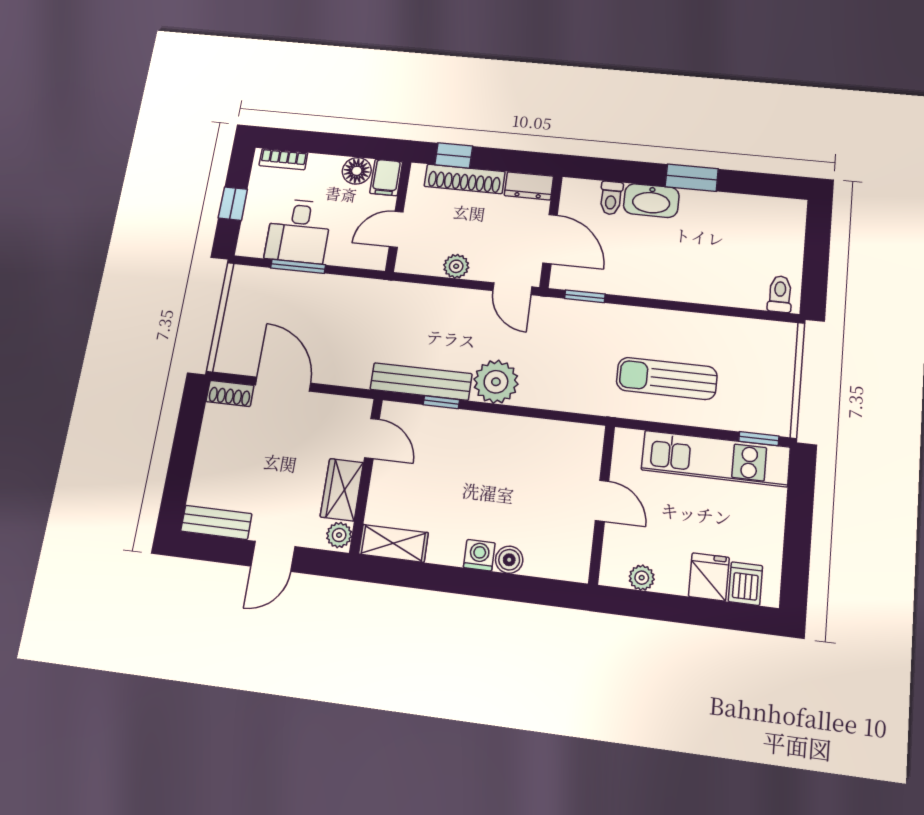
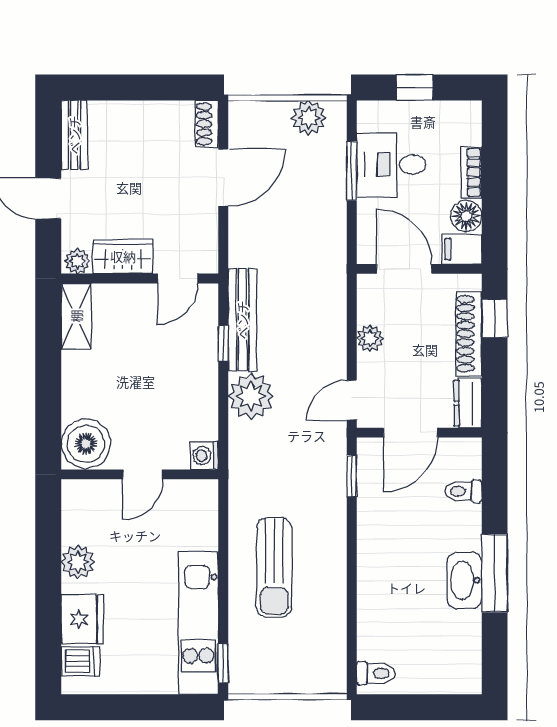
bookcase: (283, 159) -> (472, 172), moved
window: (692, 178) -> (495, 573), width x1.44
washbasin: (651, 201) -> (464, 580), moved
door: (396, 229) -> (404, 269), width x1.38
plant: (242, 300) -> (309, 118), added
sun lounger: (667, 378) -> (274, 567), turned 180
door: (602, 501) -> (143, 474), moved
wall: (602, 504) -> (140, 474), moved
washing machine: (479, 555) -> (205, 456), moved, turned 180
boiler: (509, 560) -> (86, 444), width x1.86, depth x1.86
fridge: (709, 577) -> (82, 619), width x1.38
plant: (642, 578) -> (78, 562), width x1.38, depth x1.38

